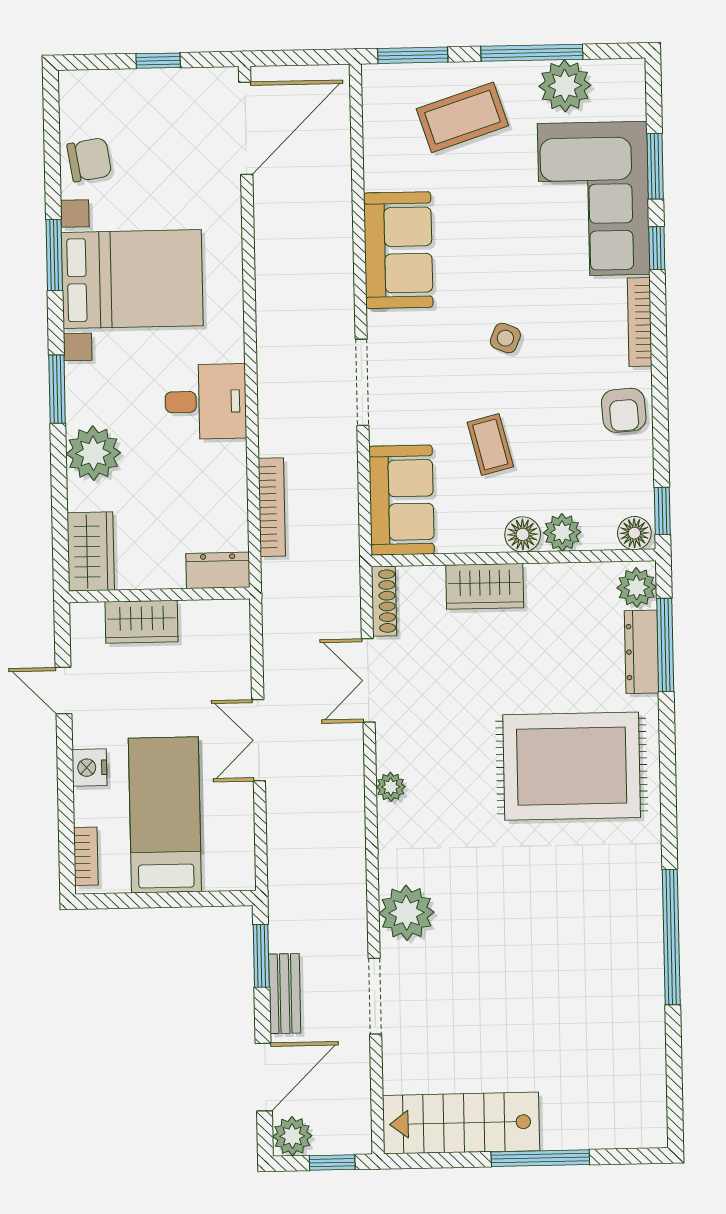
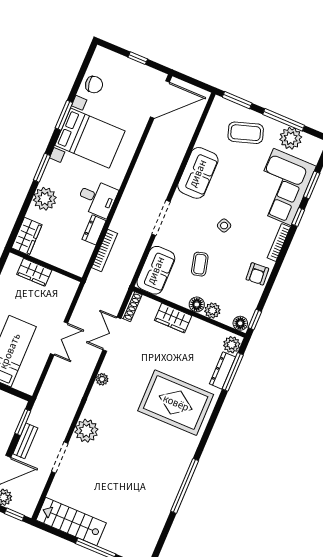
dresser: (218, 570) -> (94, 230), moved, turned -90
double door: (259, 740) -> (59, 338), swing flipped

